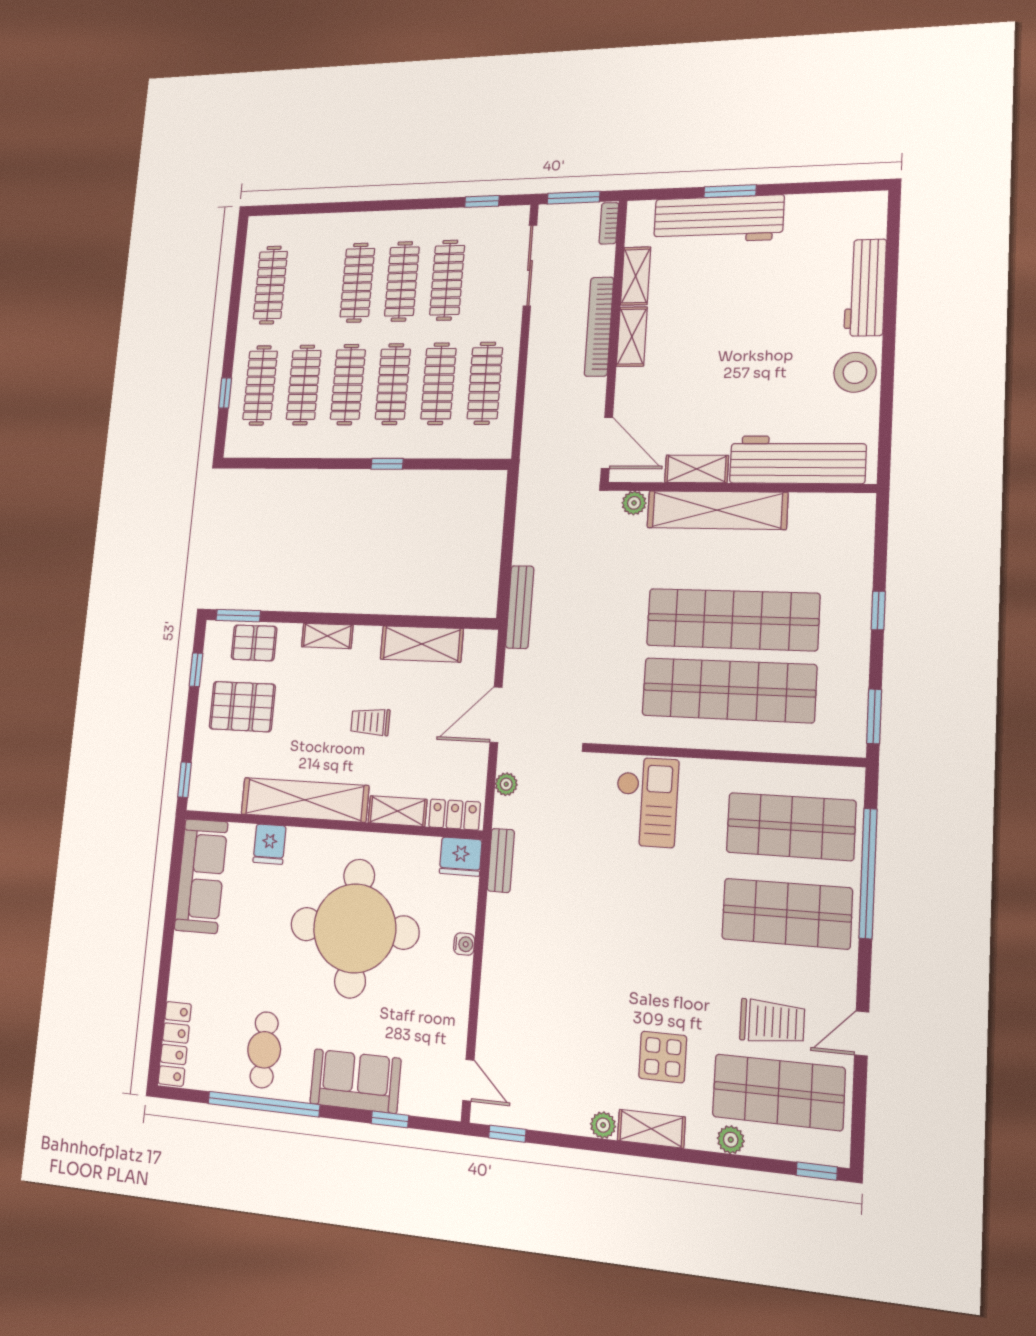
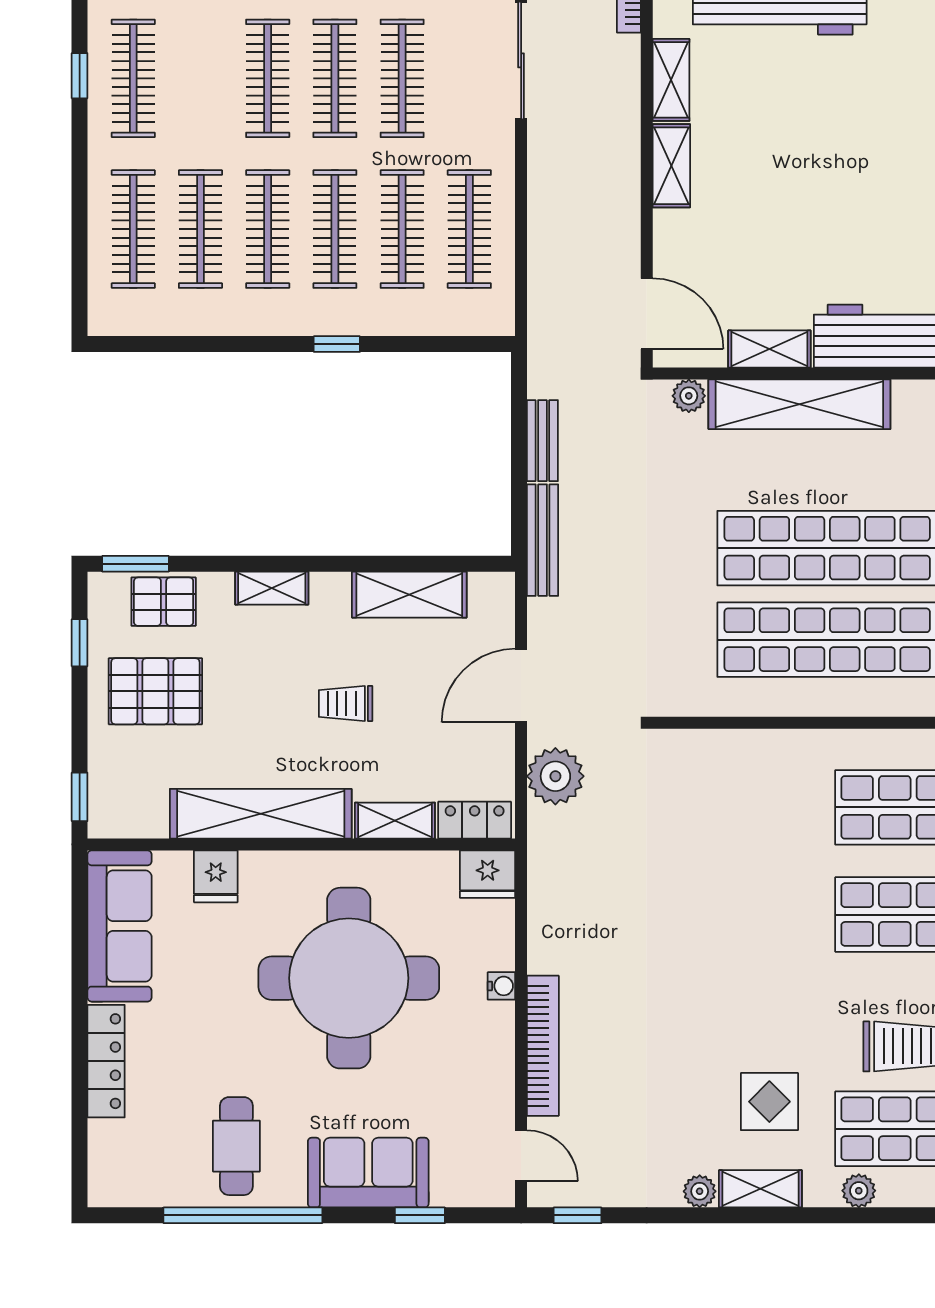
bookcase: (599, 327) -> (543, 1046), moved, turned 180
window: (225, 393) -> (80, 76), moved
plant: (506, 784) -> (555, 776), width x1.87, depth x1.87
checkout: (646, 802) -> (729, 788), removed
bench: (501, 860) -> (542, 441), moved
locker: (175, 1044) -> (106, 1061), moved

